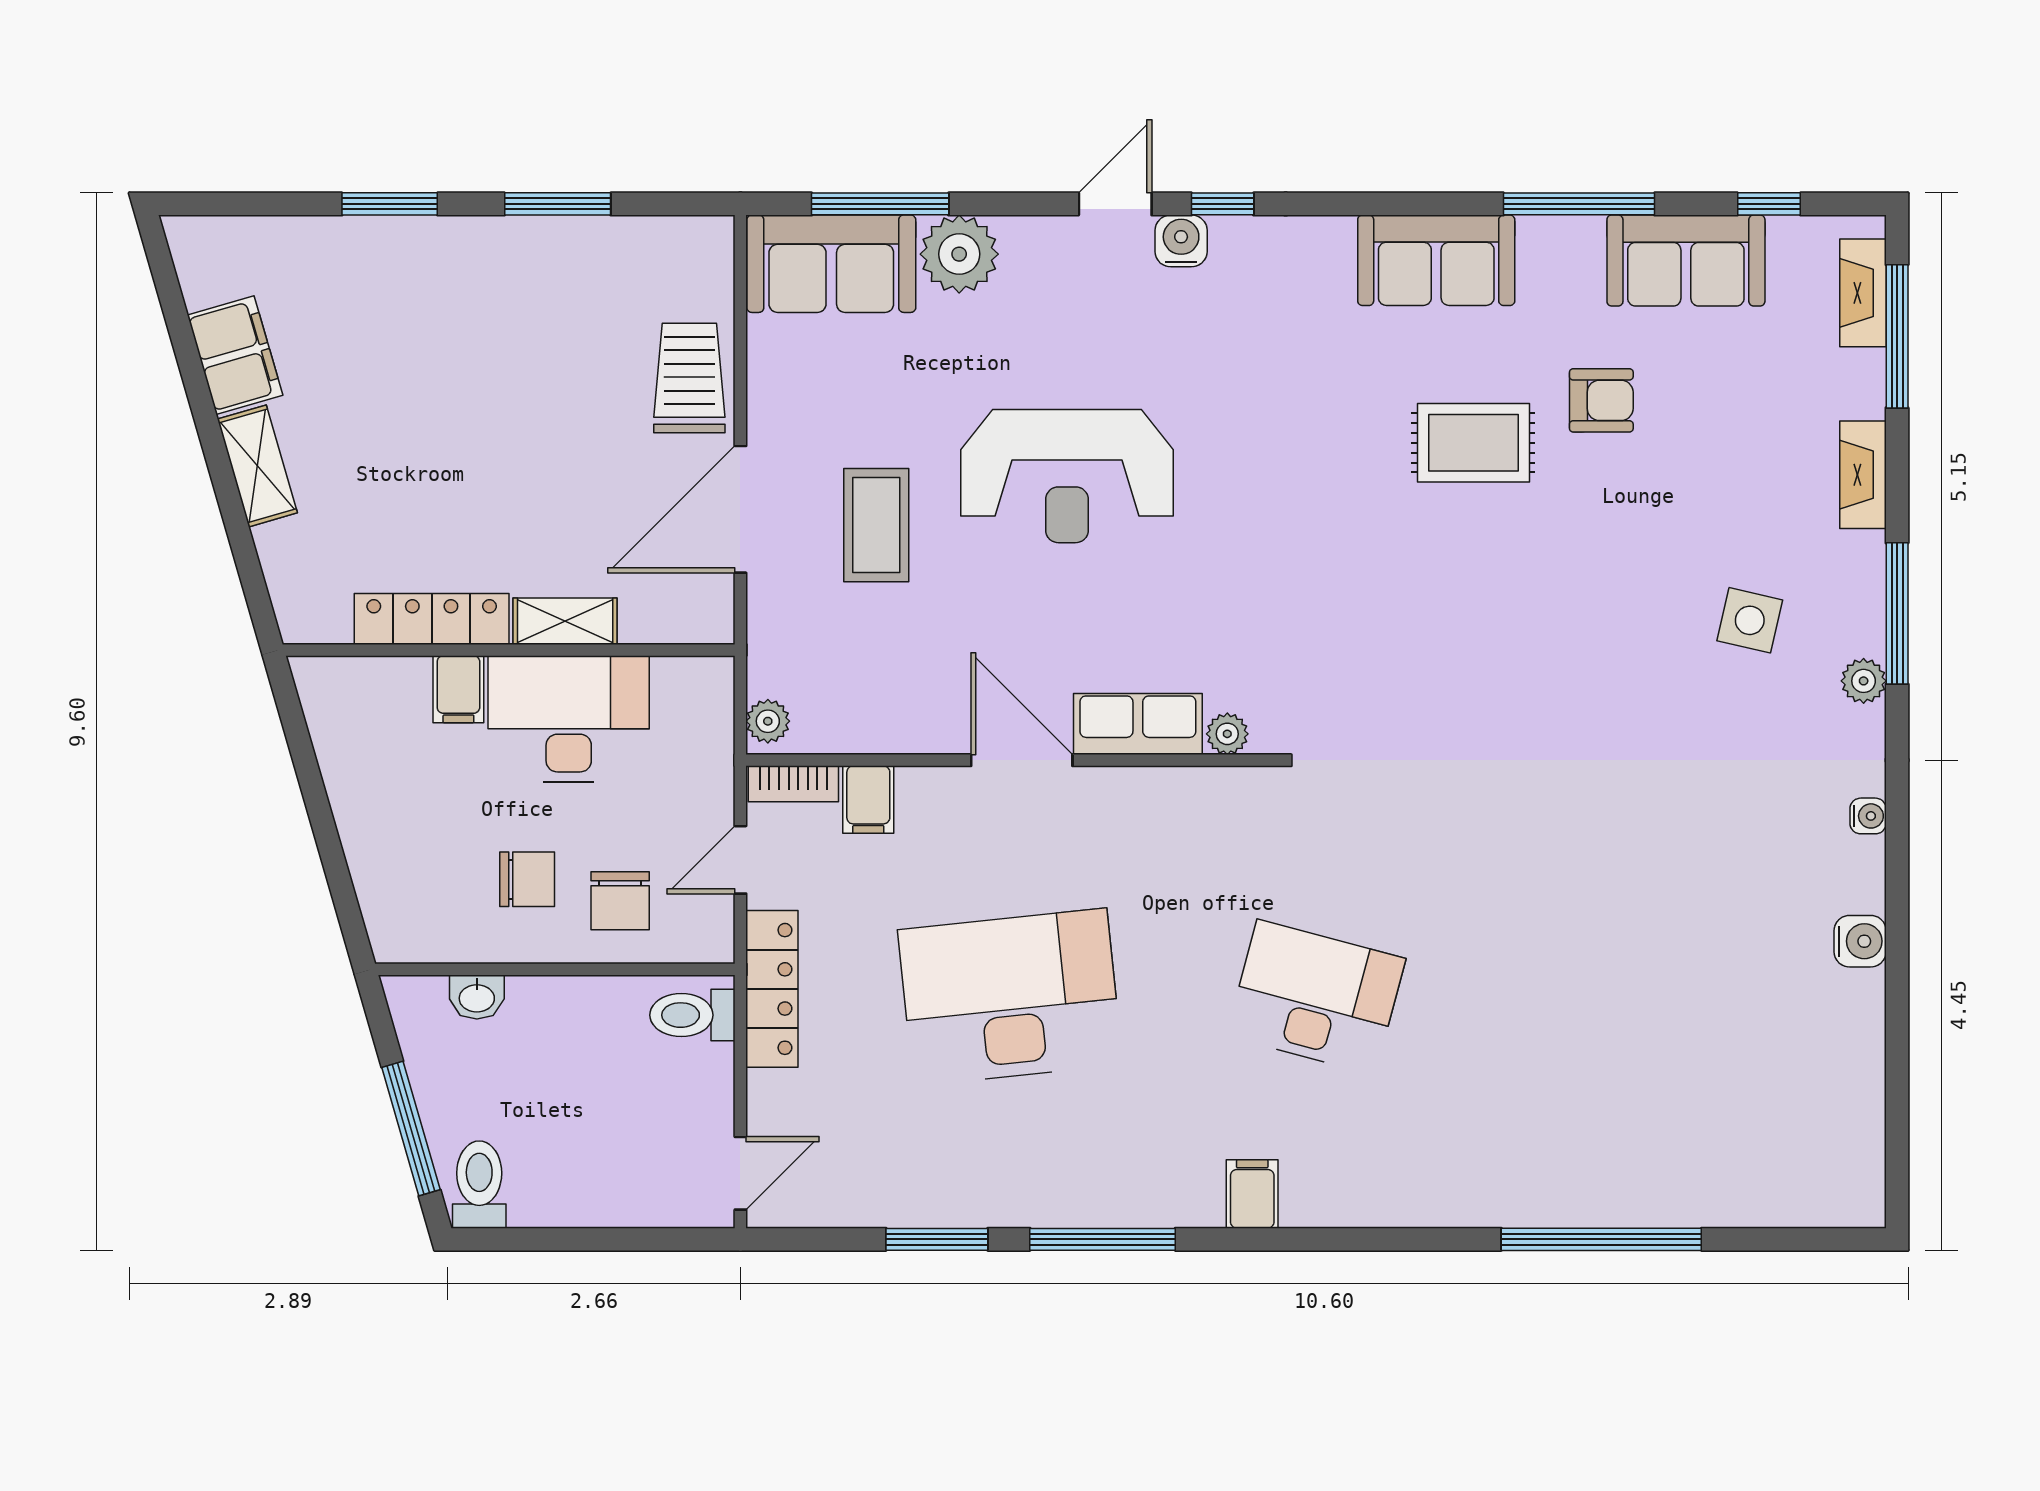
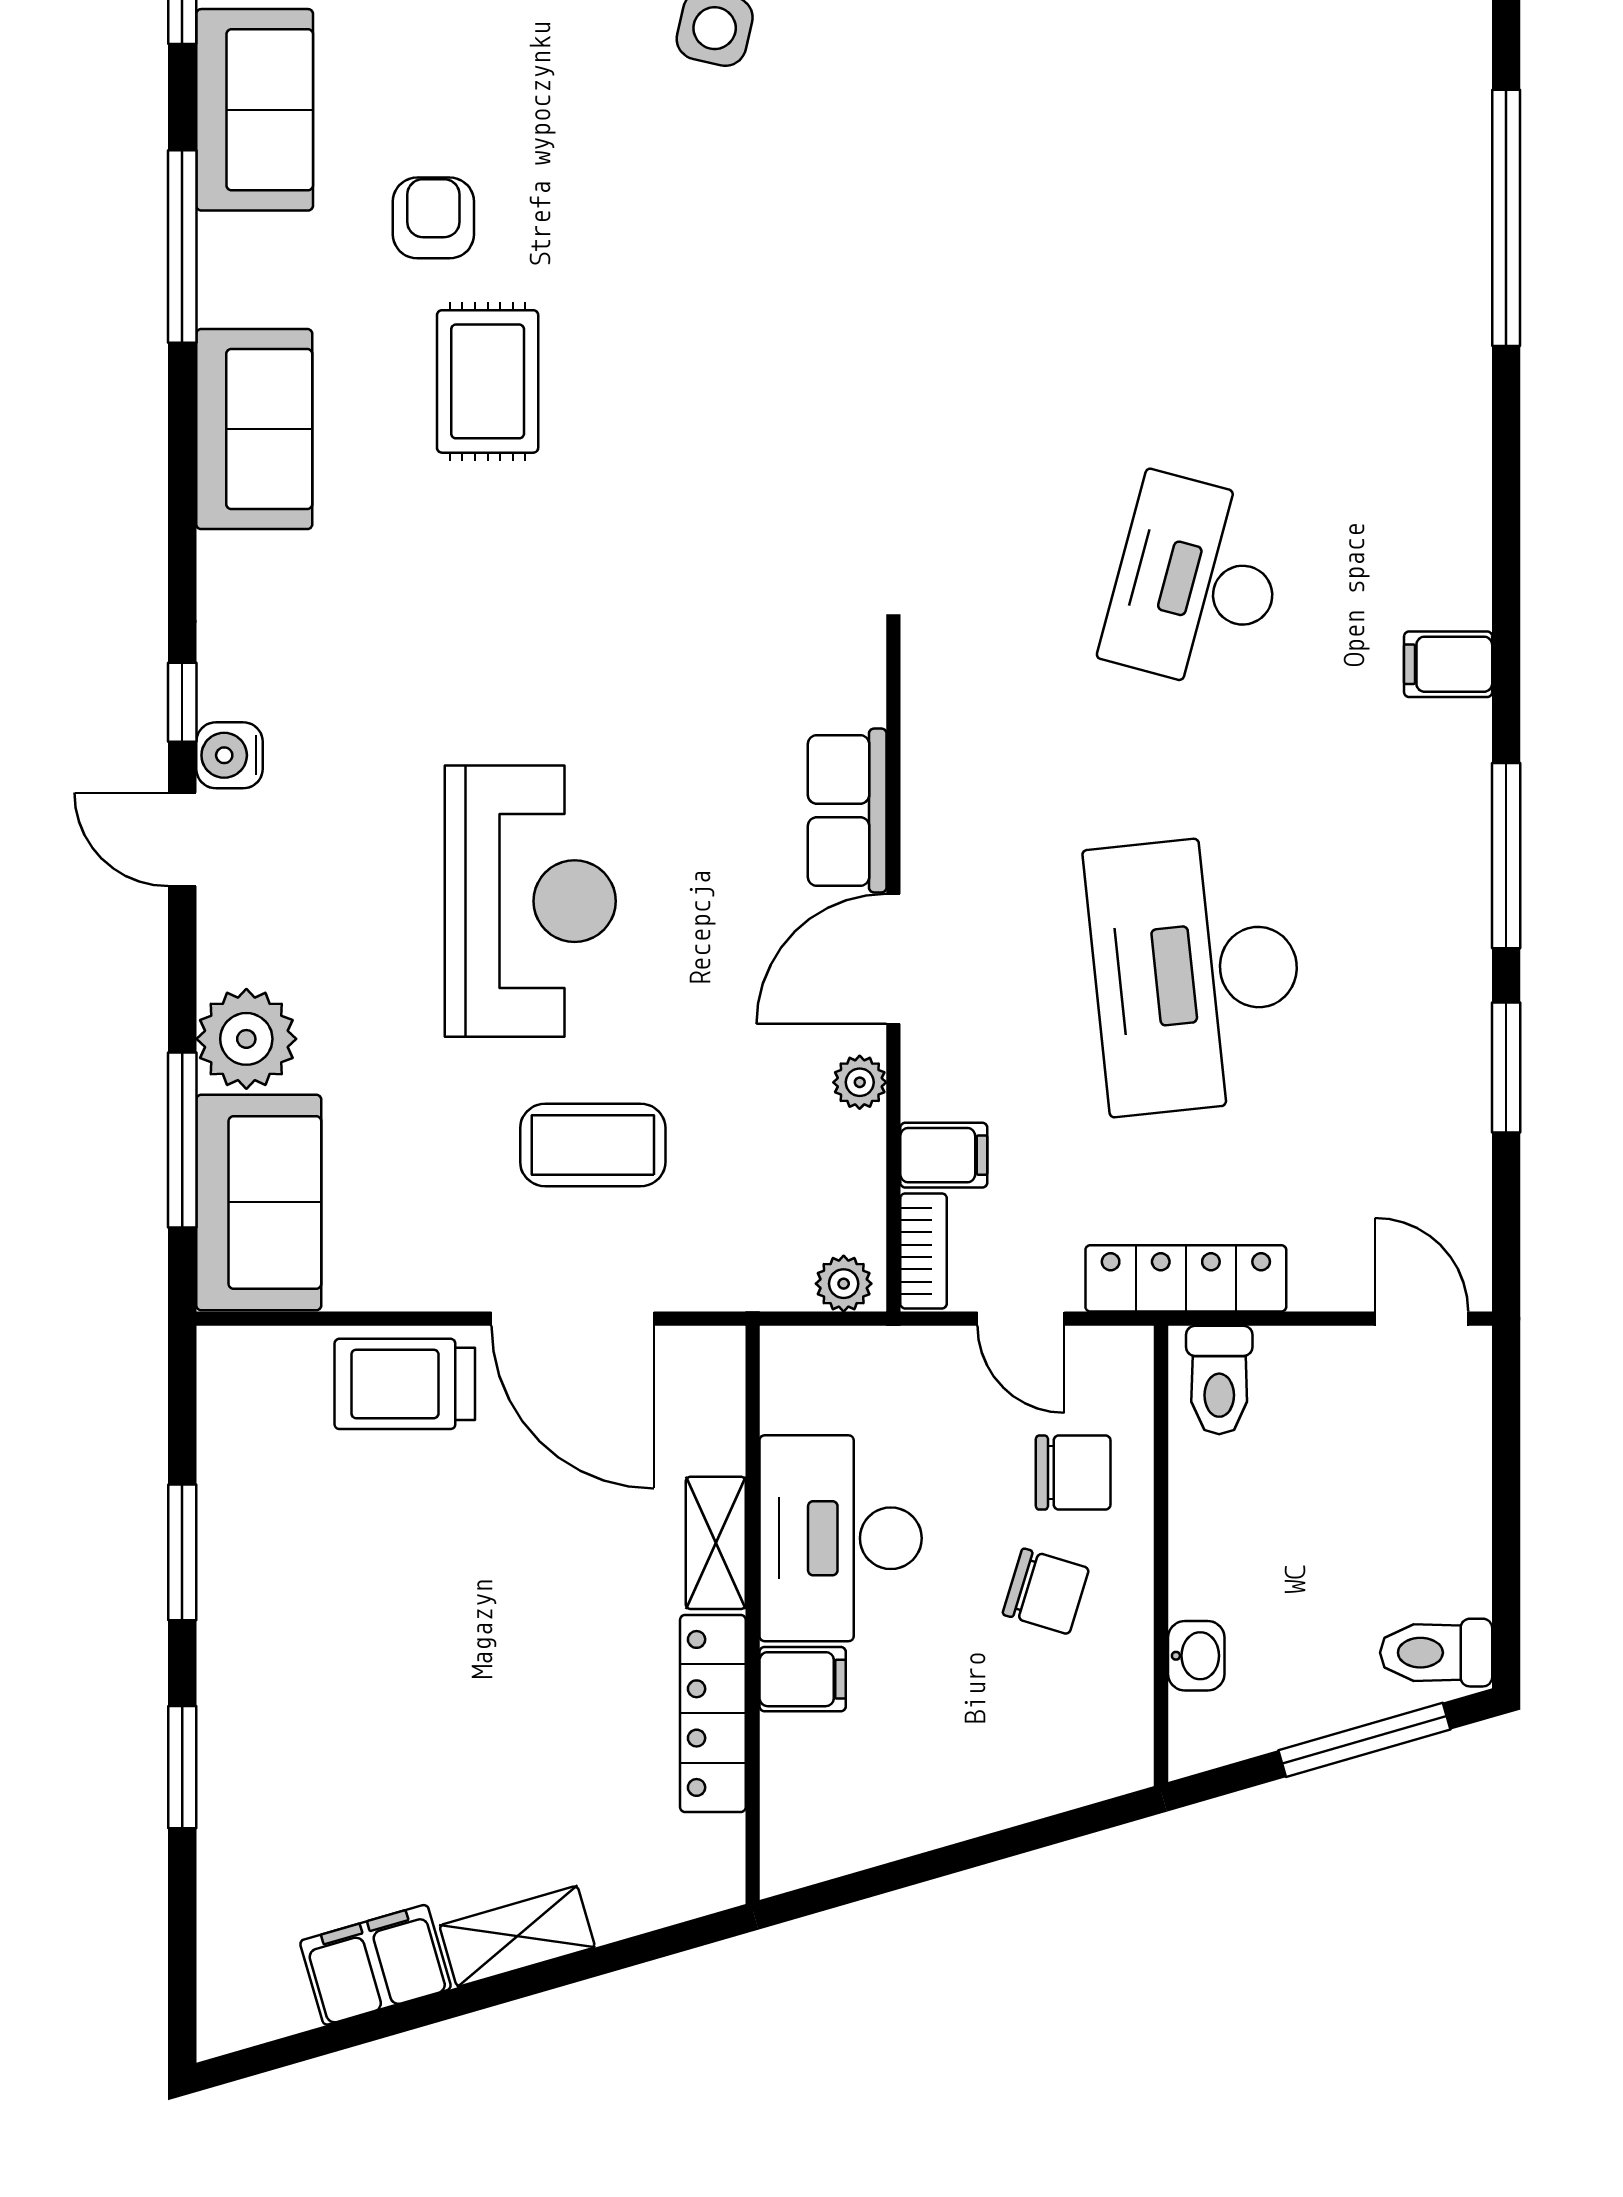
plant: (1227, 734) -> (860, 1082), moved
chair: (527, 879) -> (1046, 1591), turned 107

